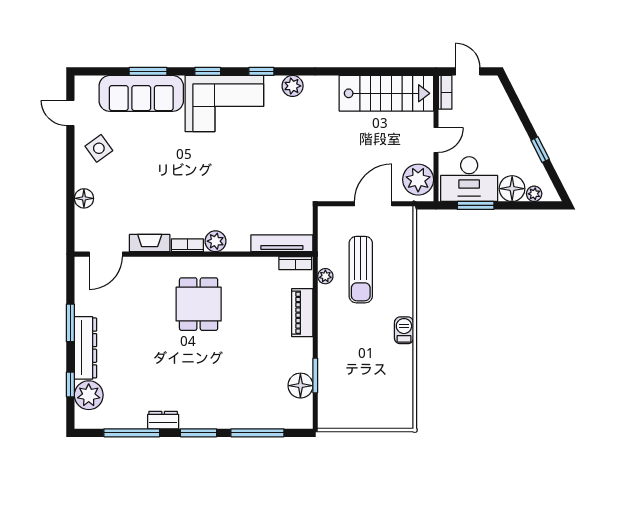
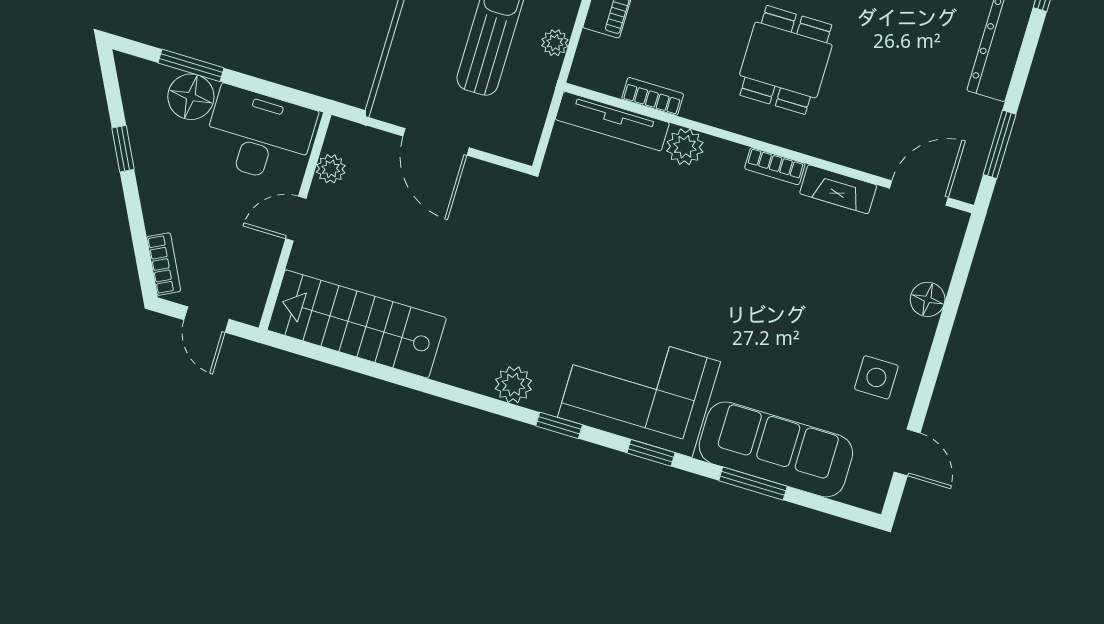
bookcase: (445, 92) -> (164, 264), moved, turned 153
side table: (99, 148) -> (876, 377), turned 36
plant: (418, 180) -> (331, 169), width x0.53, depth x0.53
plant: (534, 194) -> (156, 76), removed
door: (373, 204) -> (436, 142), hinge flipped
window: (476, 205) -> (191, 65), moved
plant: (215, 241) -> (685, 147), moved
bookcase: (295, 263) -> (653, 96), moved
window: (70, 323) -> (1000, 144), moved

